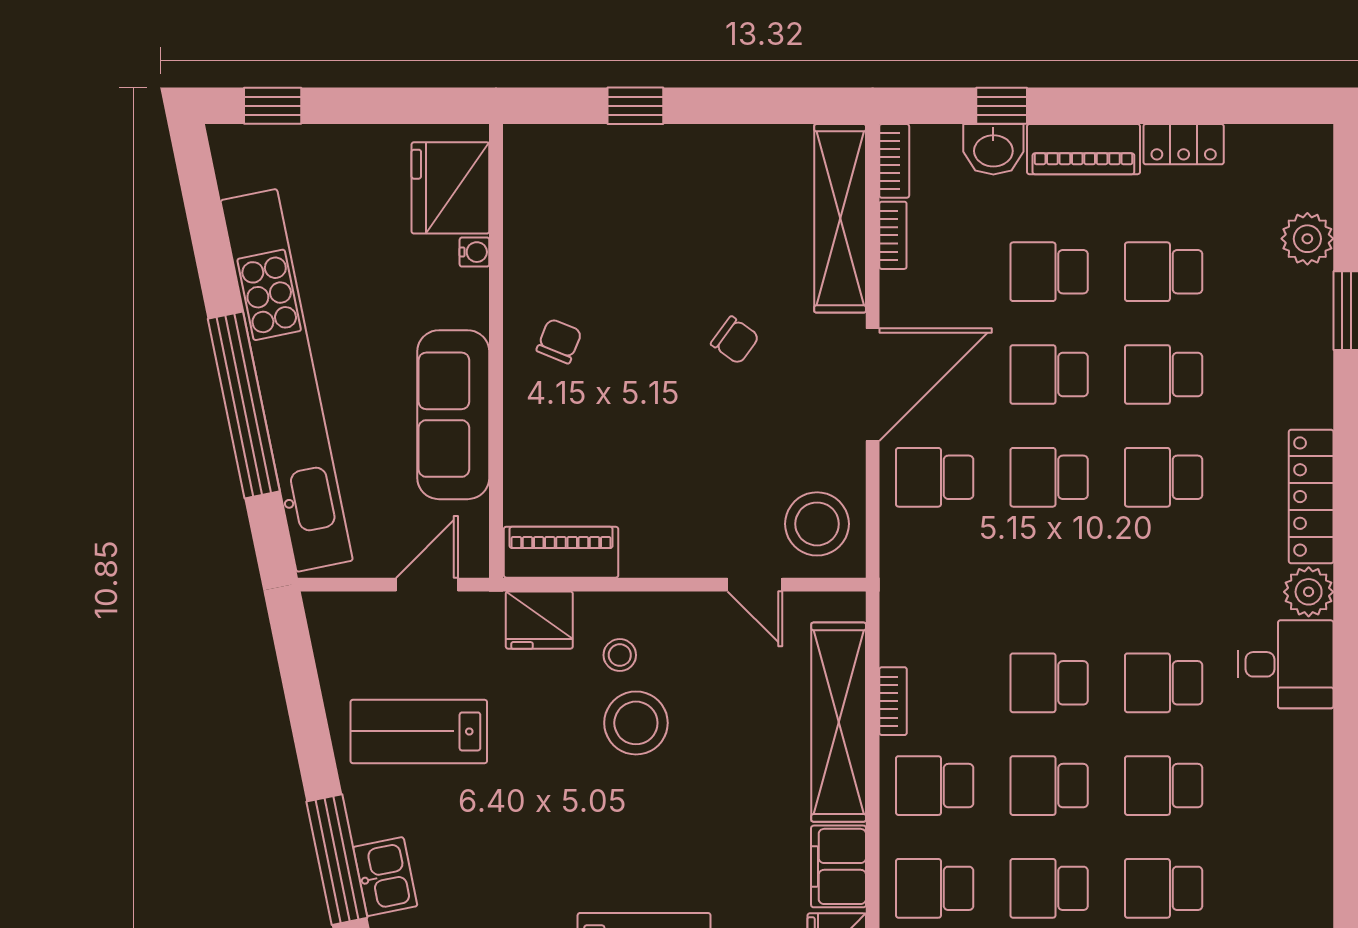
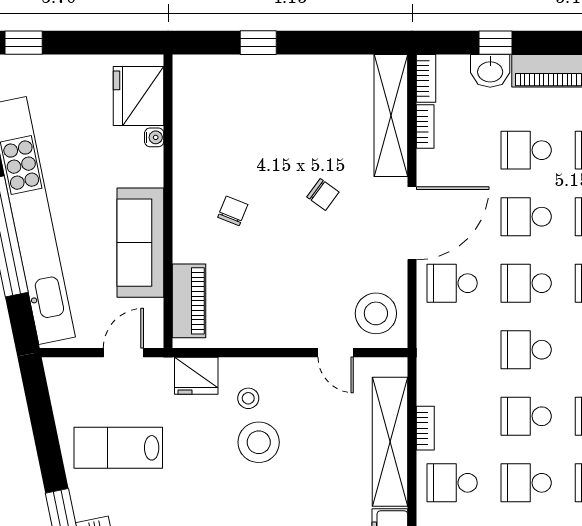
chair: (559, 341) -> (233, 211), moved
piano: (561, 552) -> (189, 301), moved, turned 90
school desk: (1049, 580) -> (526, 350), added

